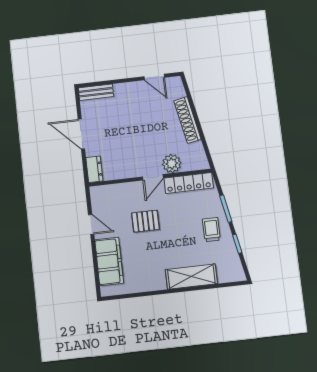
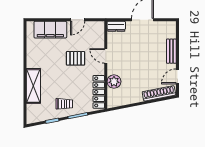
bench: (96, 92) -> (171, 51), moved
shoe rack: (187, 120) -> (159, 93), moved
door: (153, 177) -> (106, 56), moved
pallet: (145, 221) -> (76, 58), turned 90

